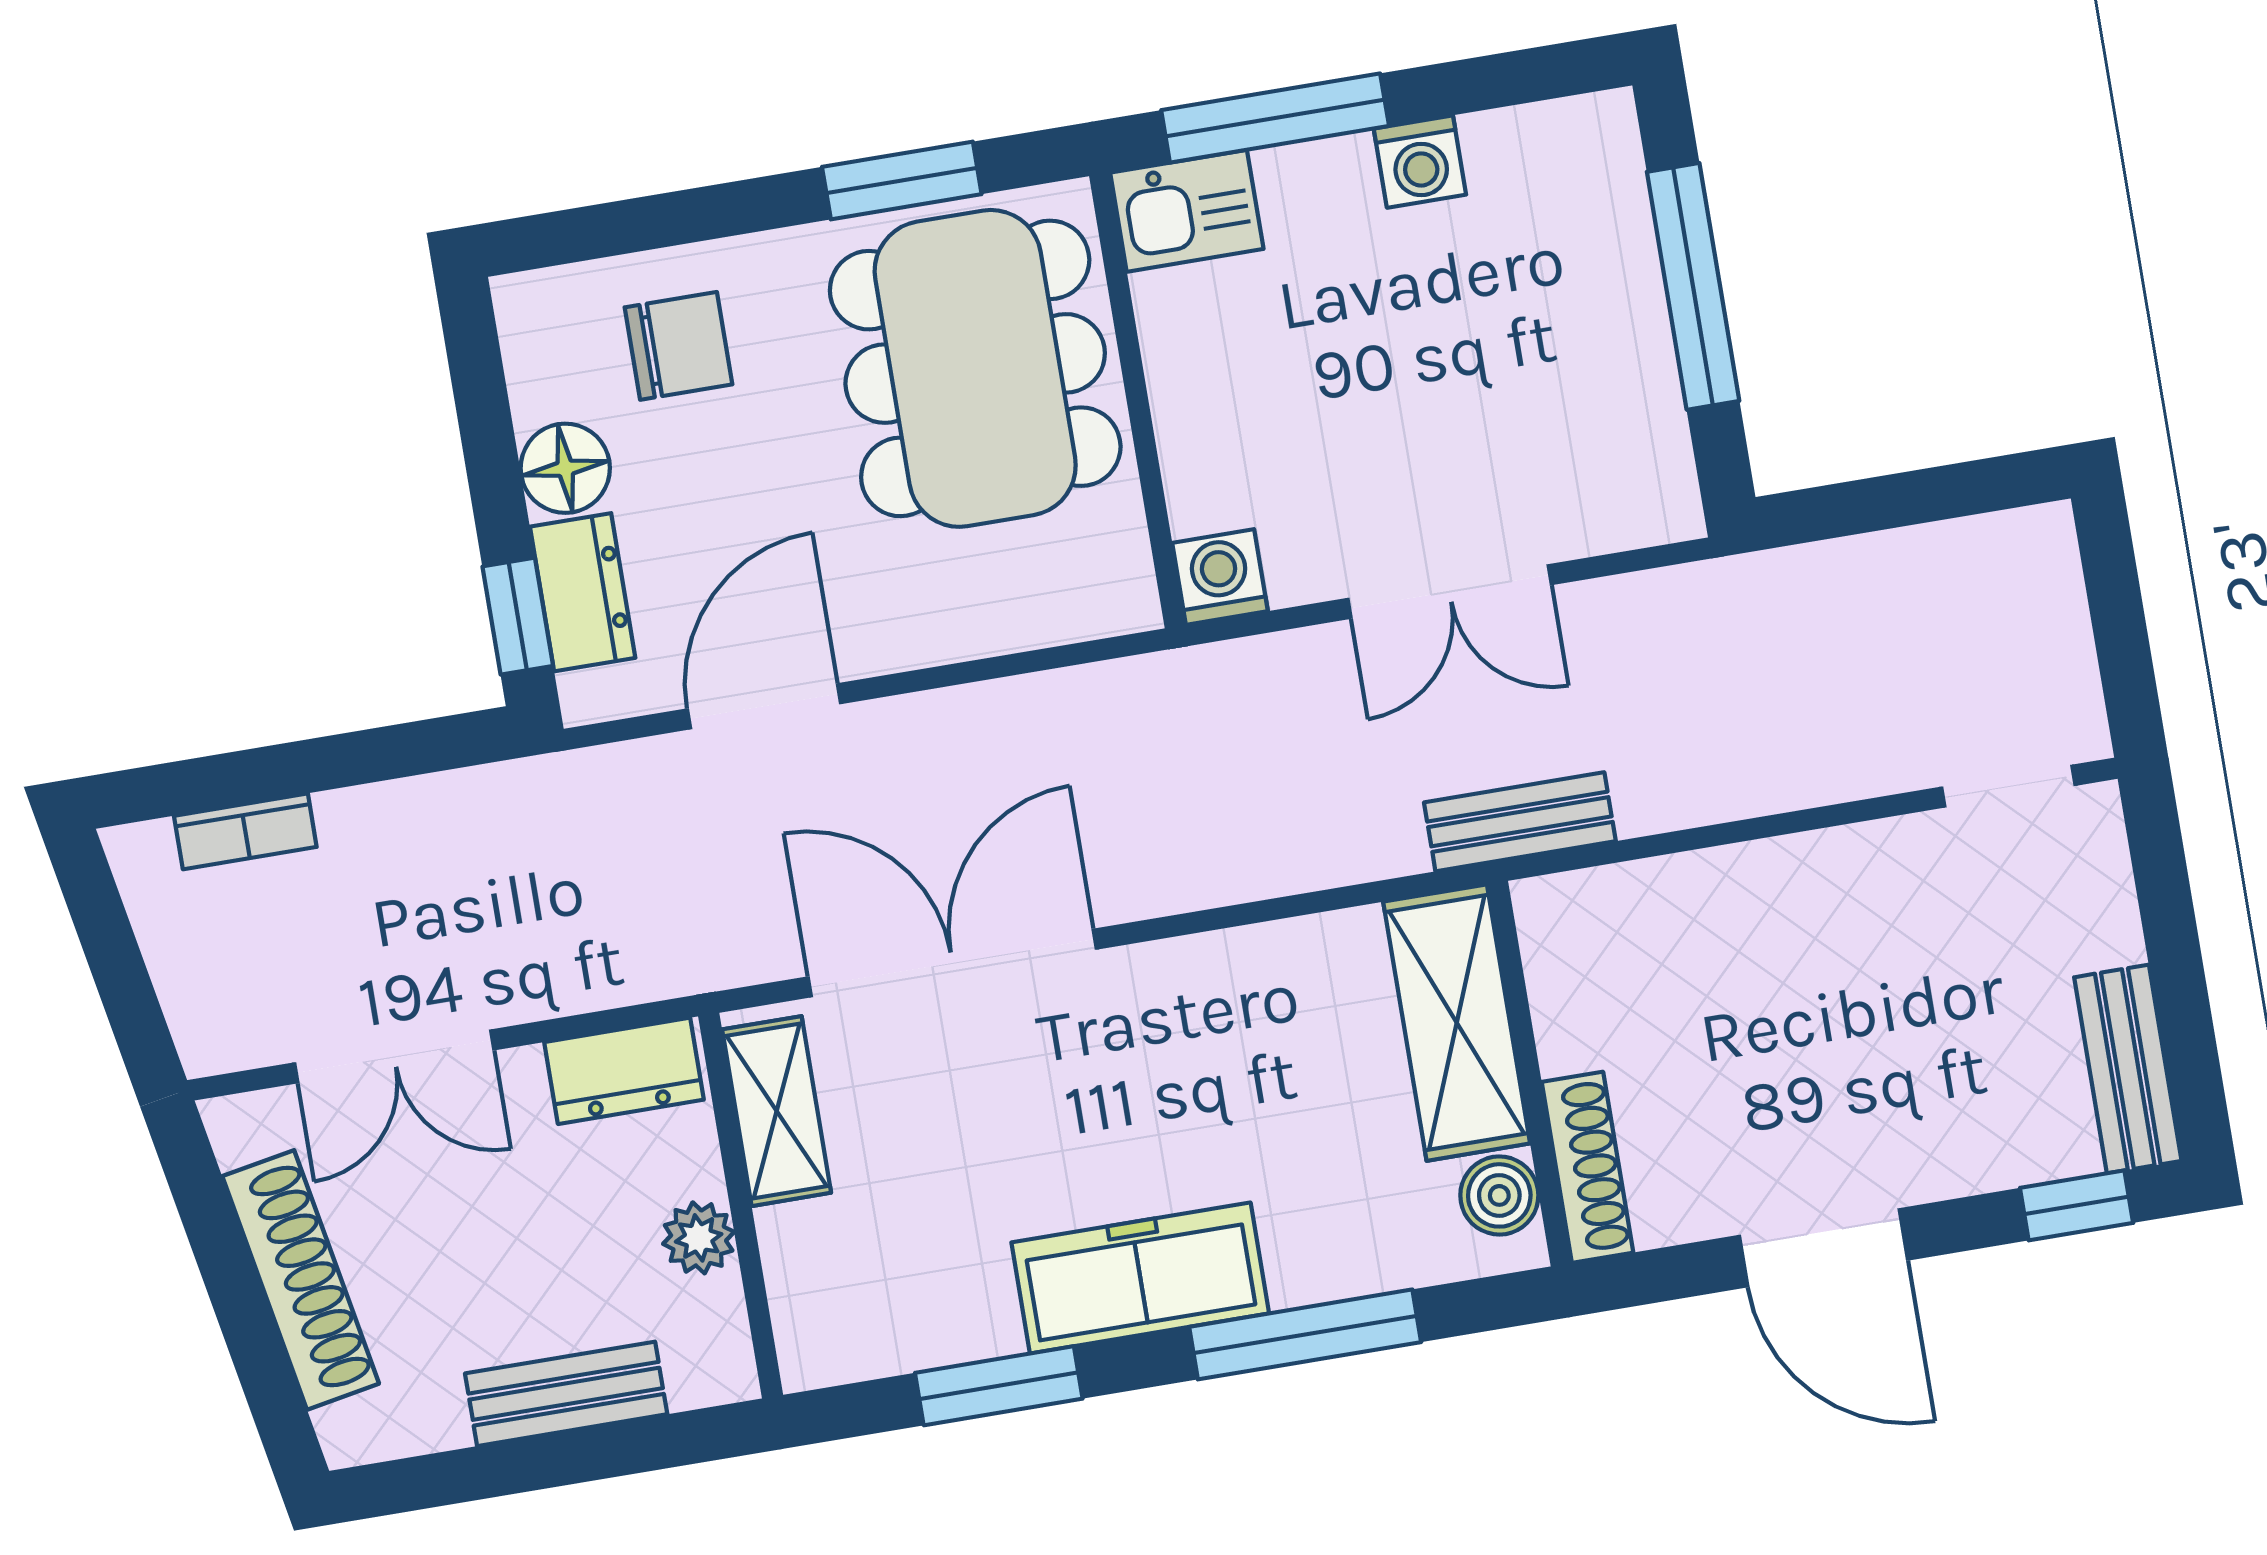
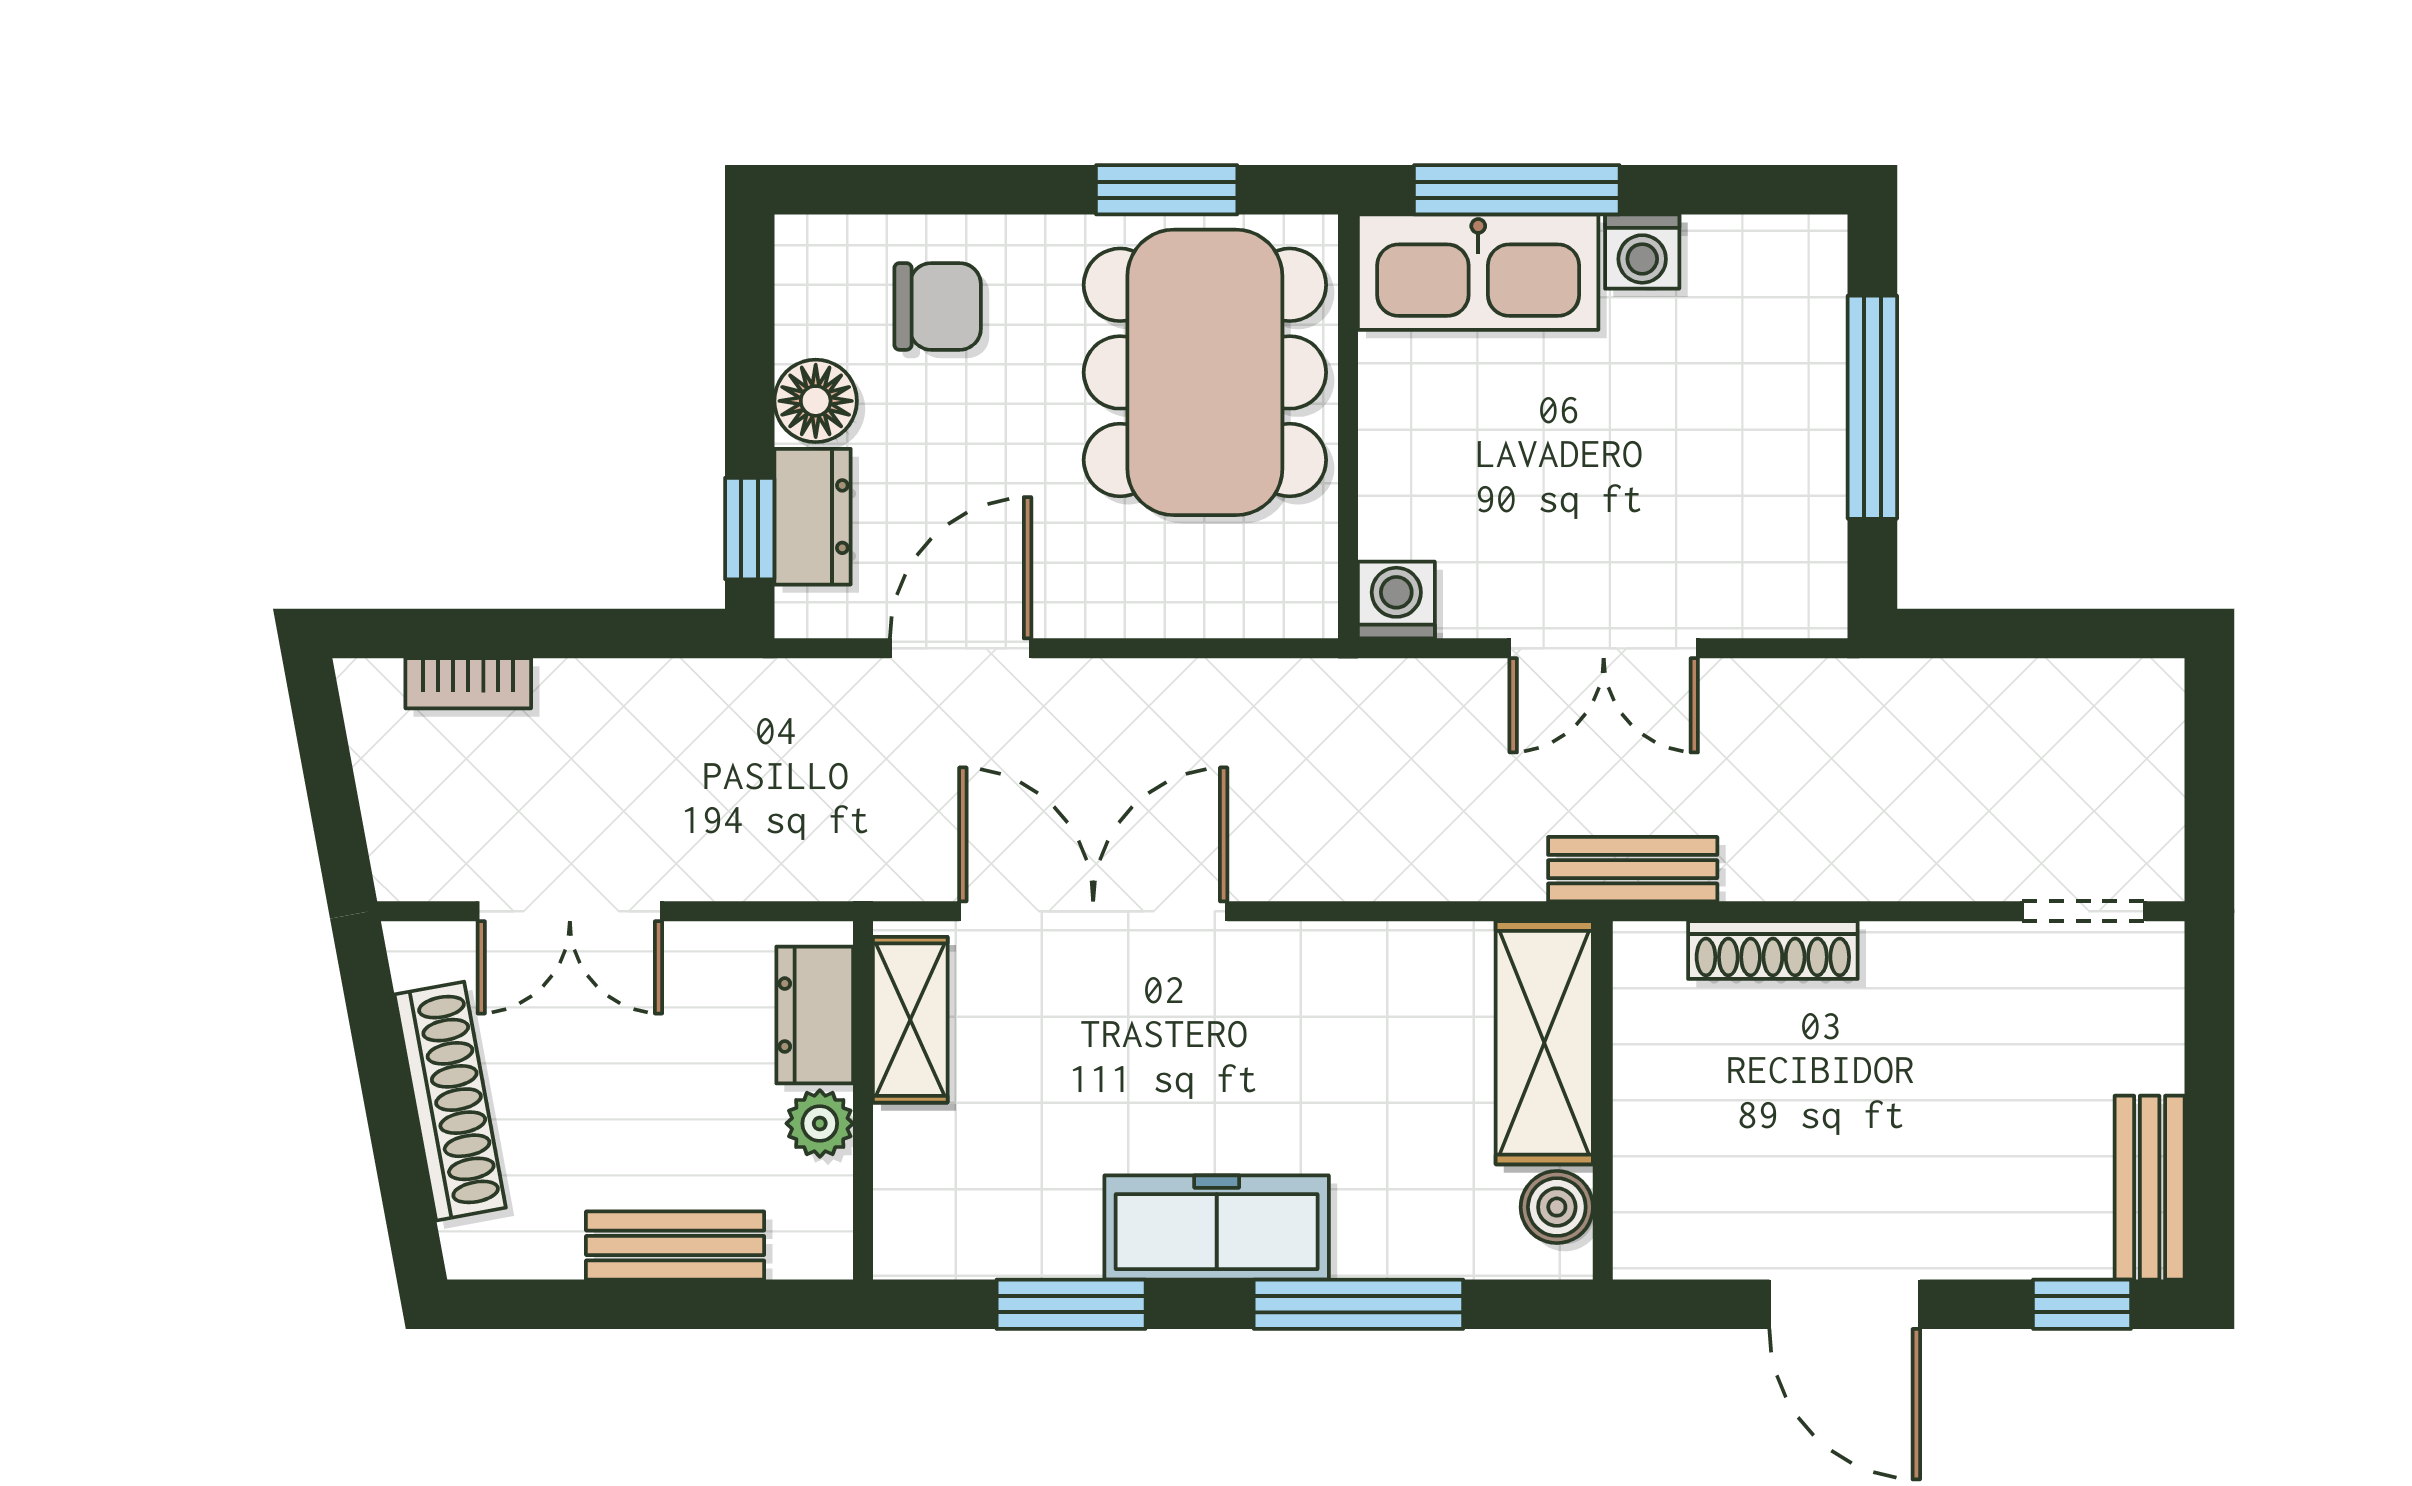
kitchen sink: (1187, 211) -> (1478, 272), width x1.87, depth x1.24
dresser: (624, 1071) -> (815, 1015), moved, turned 90
shoe rack: (1587, 1167) -> (1773, 950), moved, turned 90

